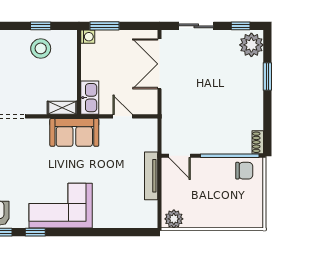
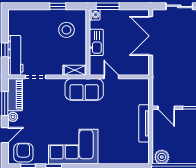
stool: (41, 48) -> (66, 30), moved
kitchen sink: (90, 98) -> (96, 42), moved
door: (123, 116) -> (111, 77), moved

